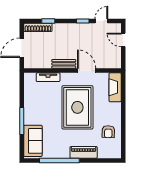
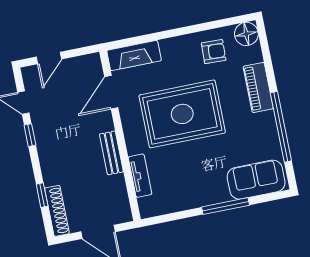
door: (87, 71) -> (111, 92), moved
floor lamp: (114, 152) -> (246, 34), added

